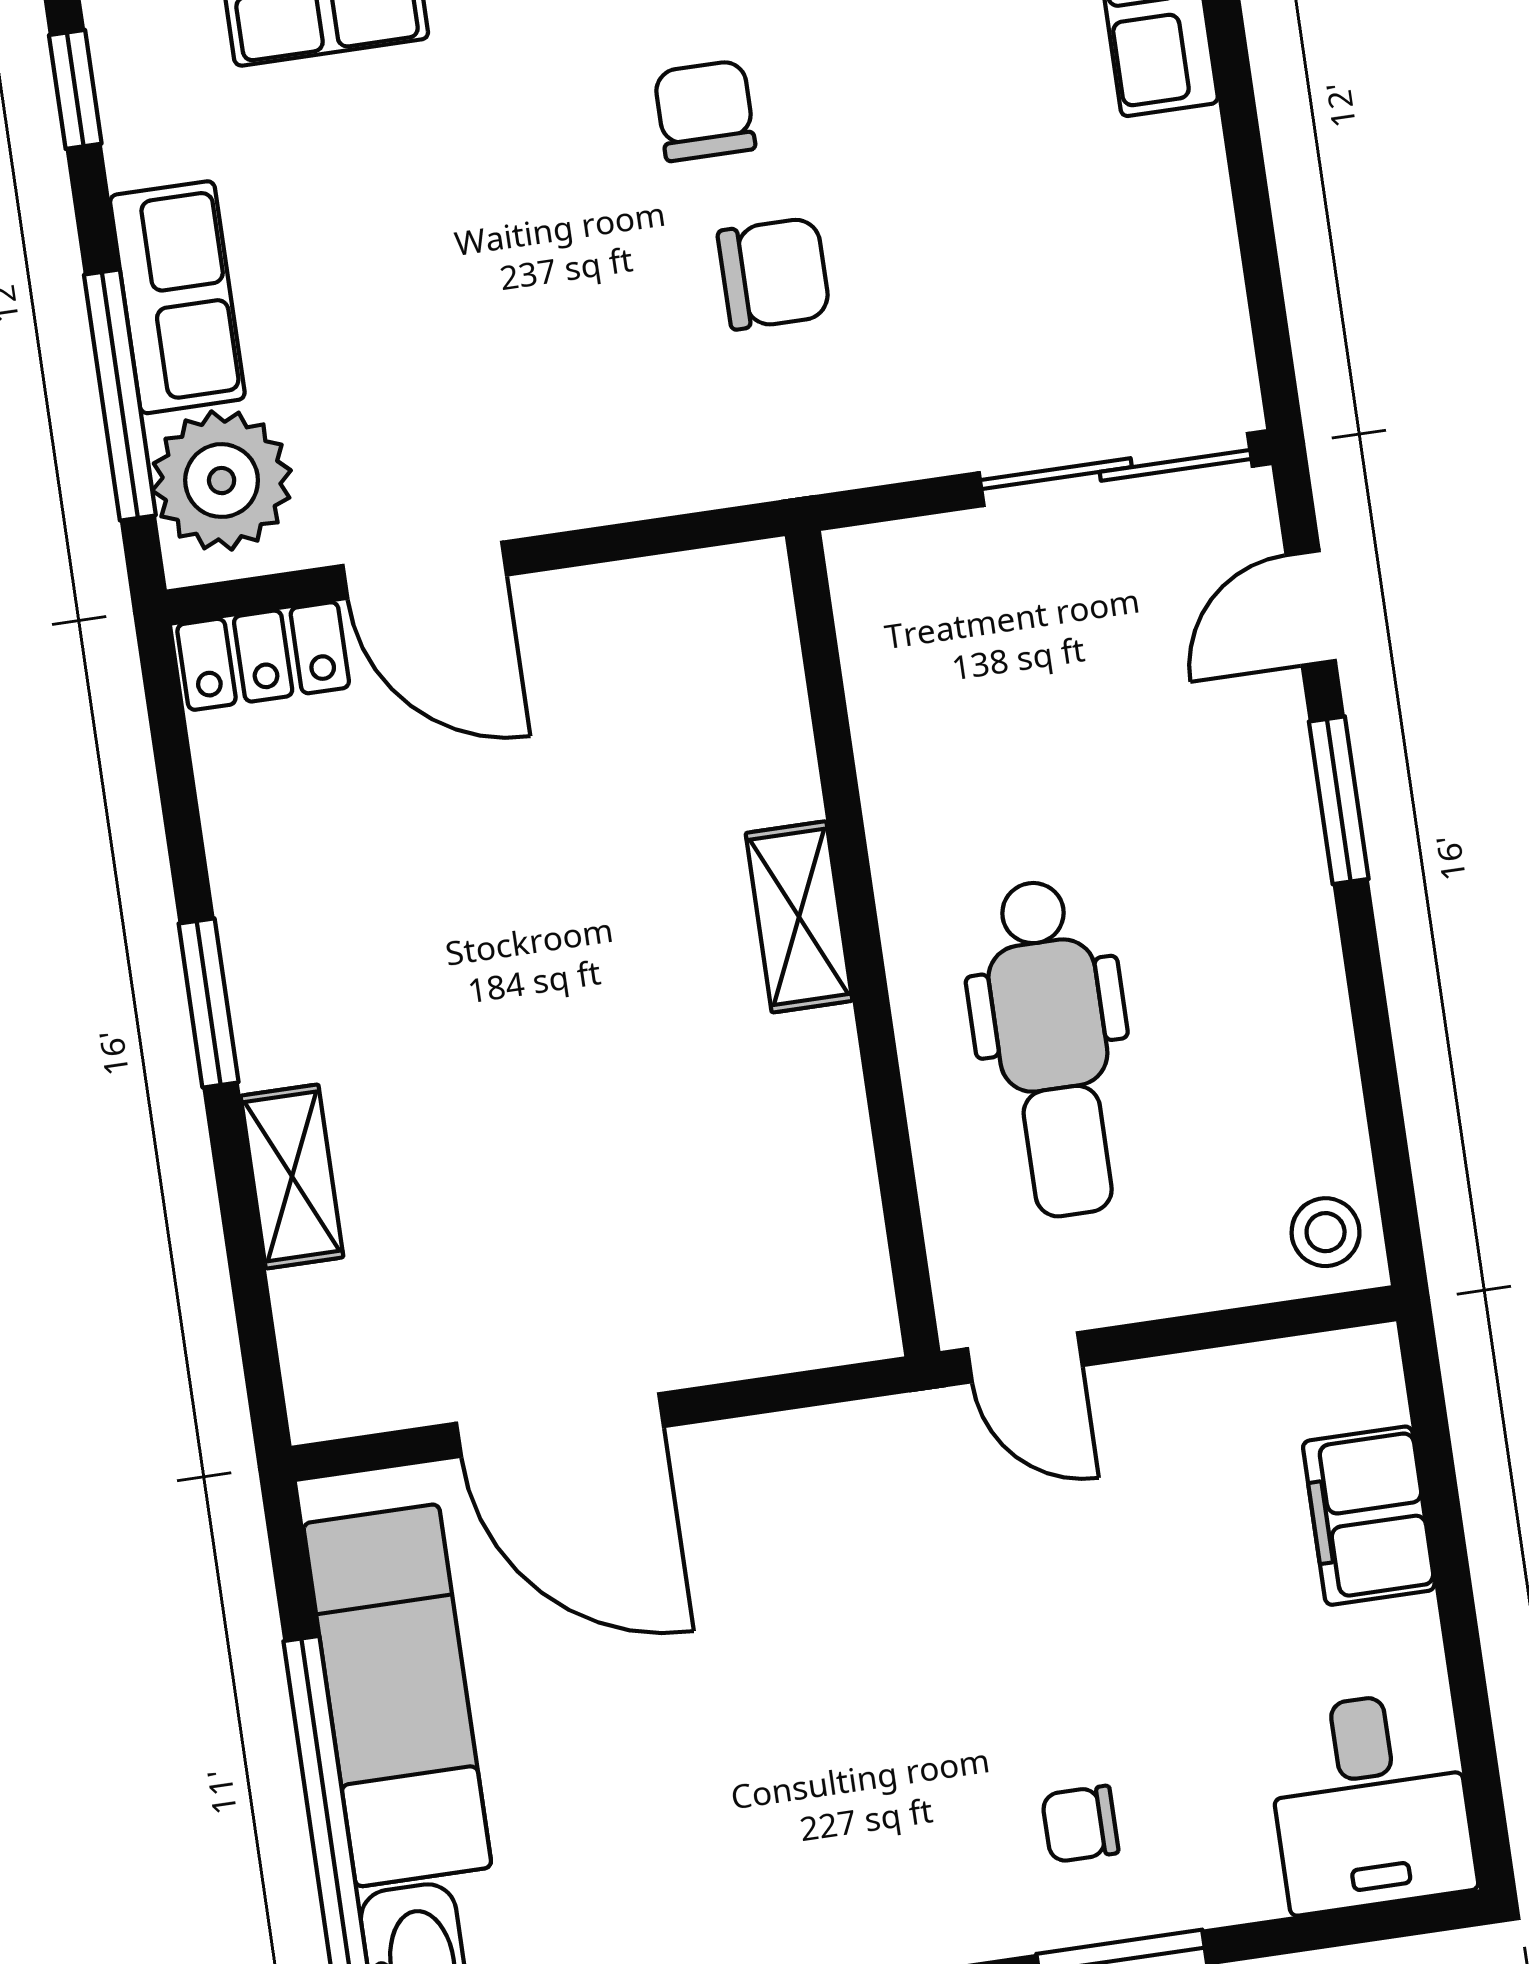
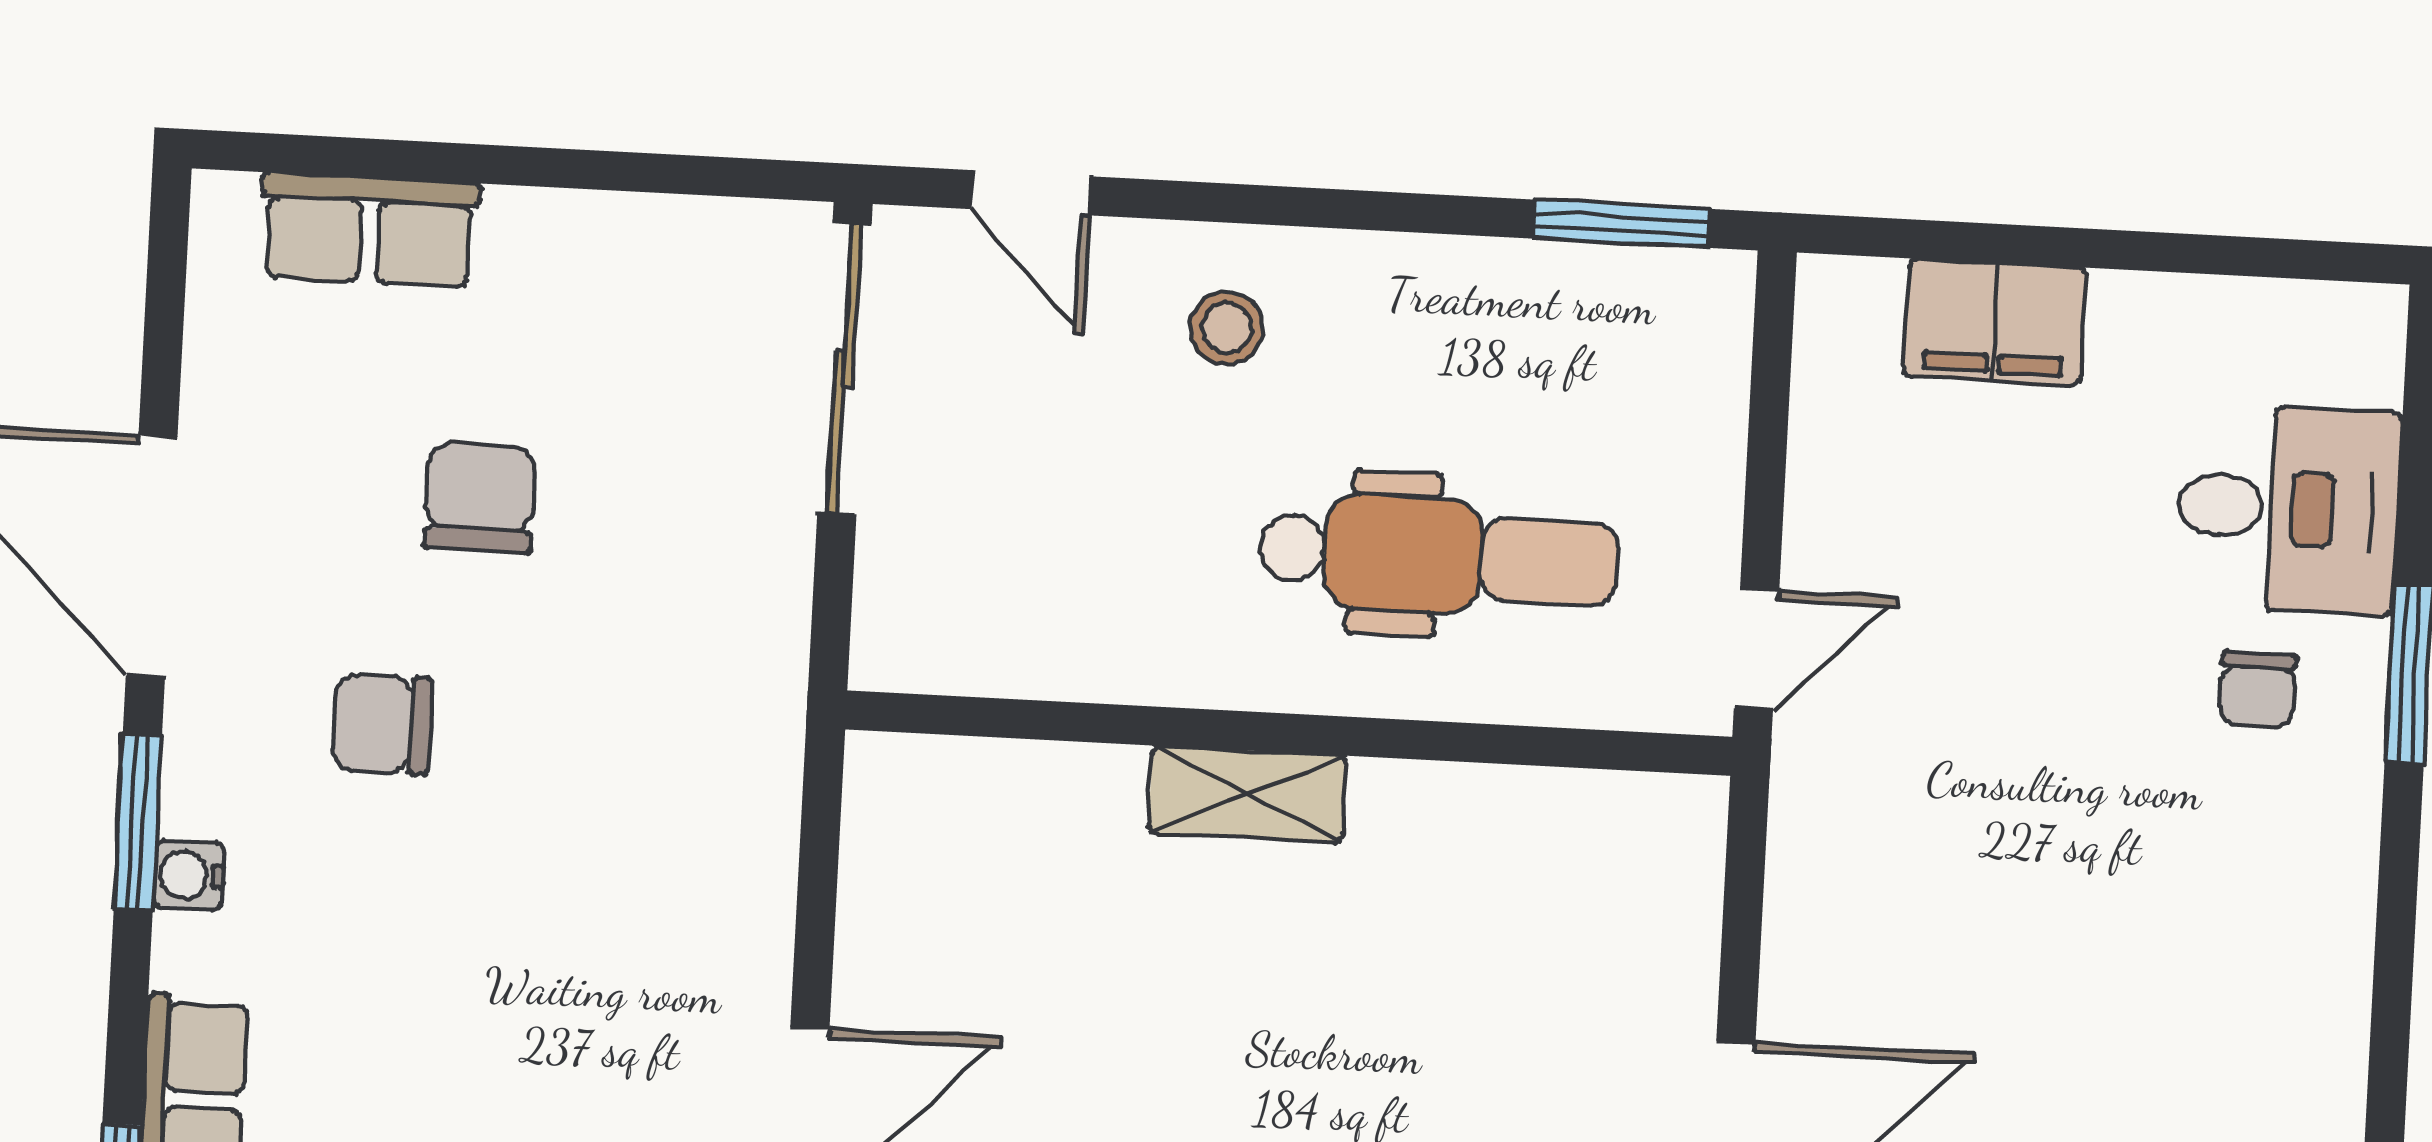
chair: (774, 273) -> (480, 498), moved
window: (1339, 800) -> (1622, 224), moved
stool: (1326, 1232) -> (1227, 328), moved
desk: (1370, 1801) -> (2288, 509), moved

